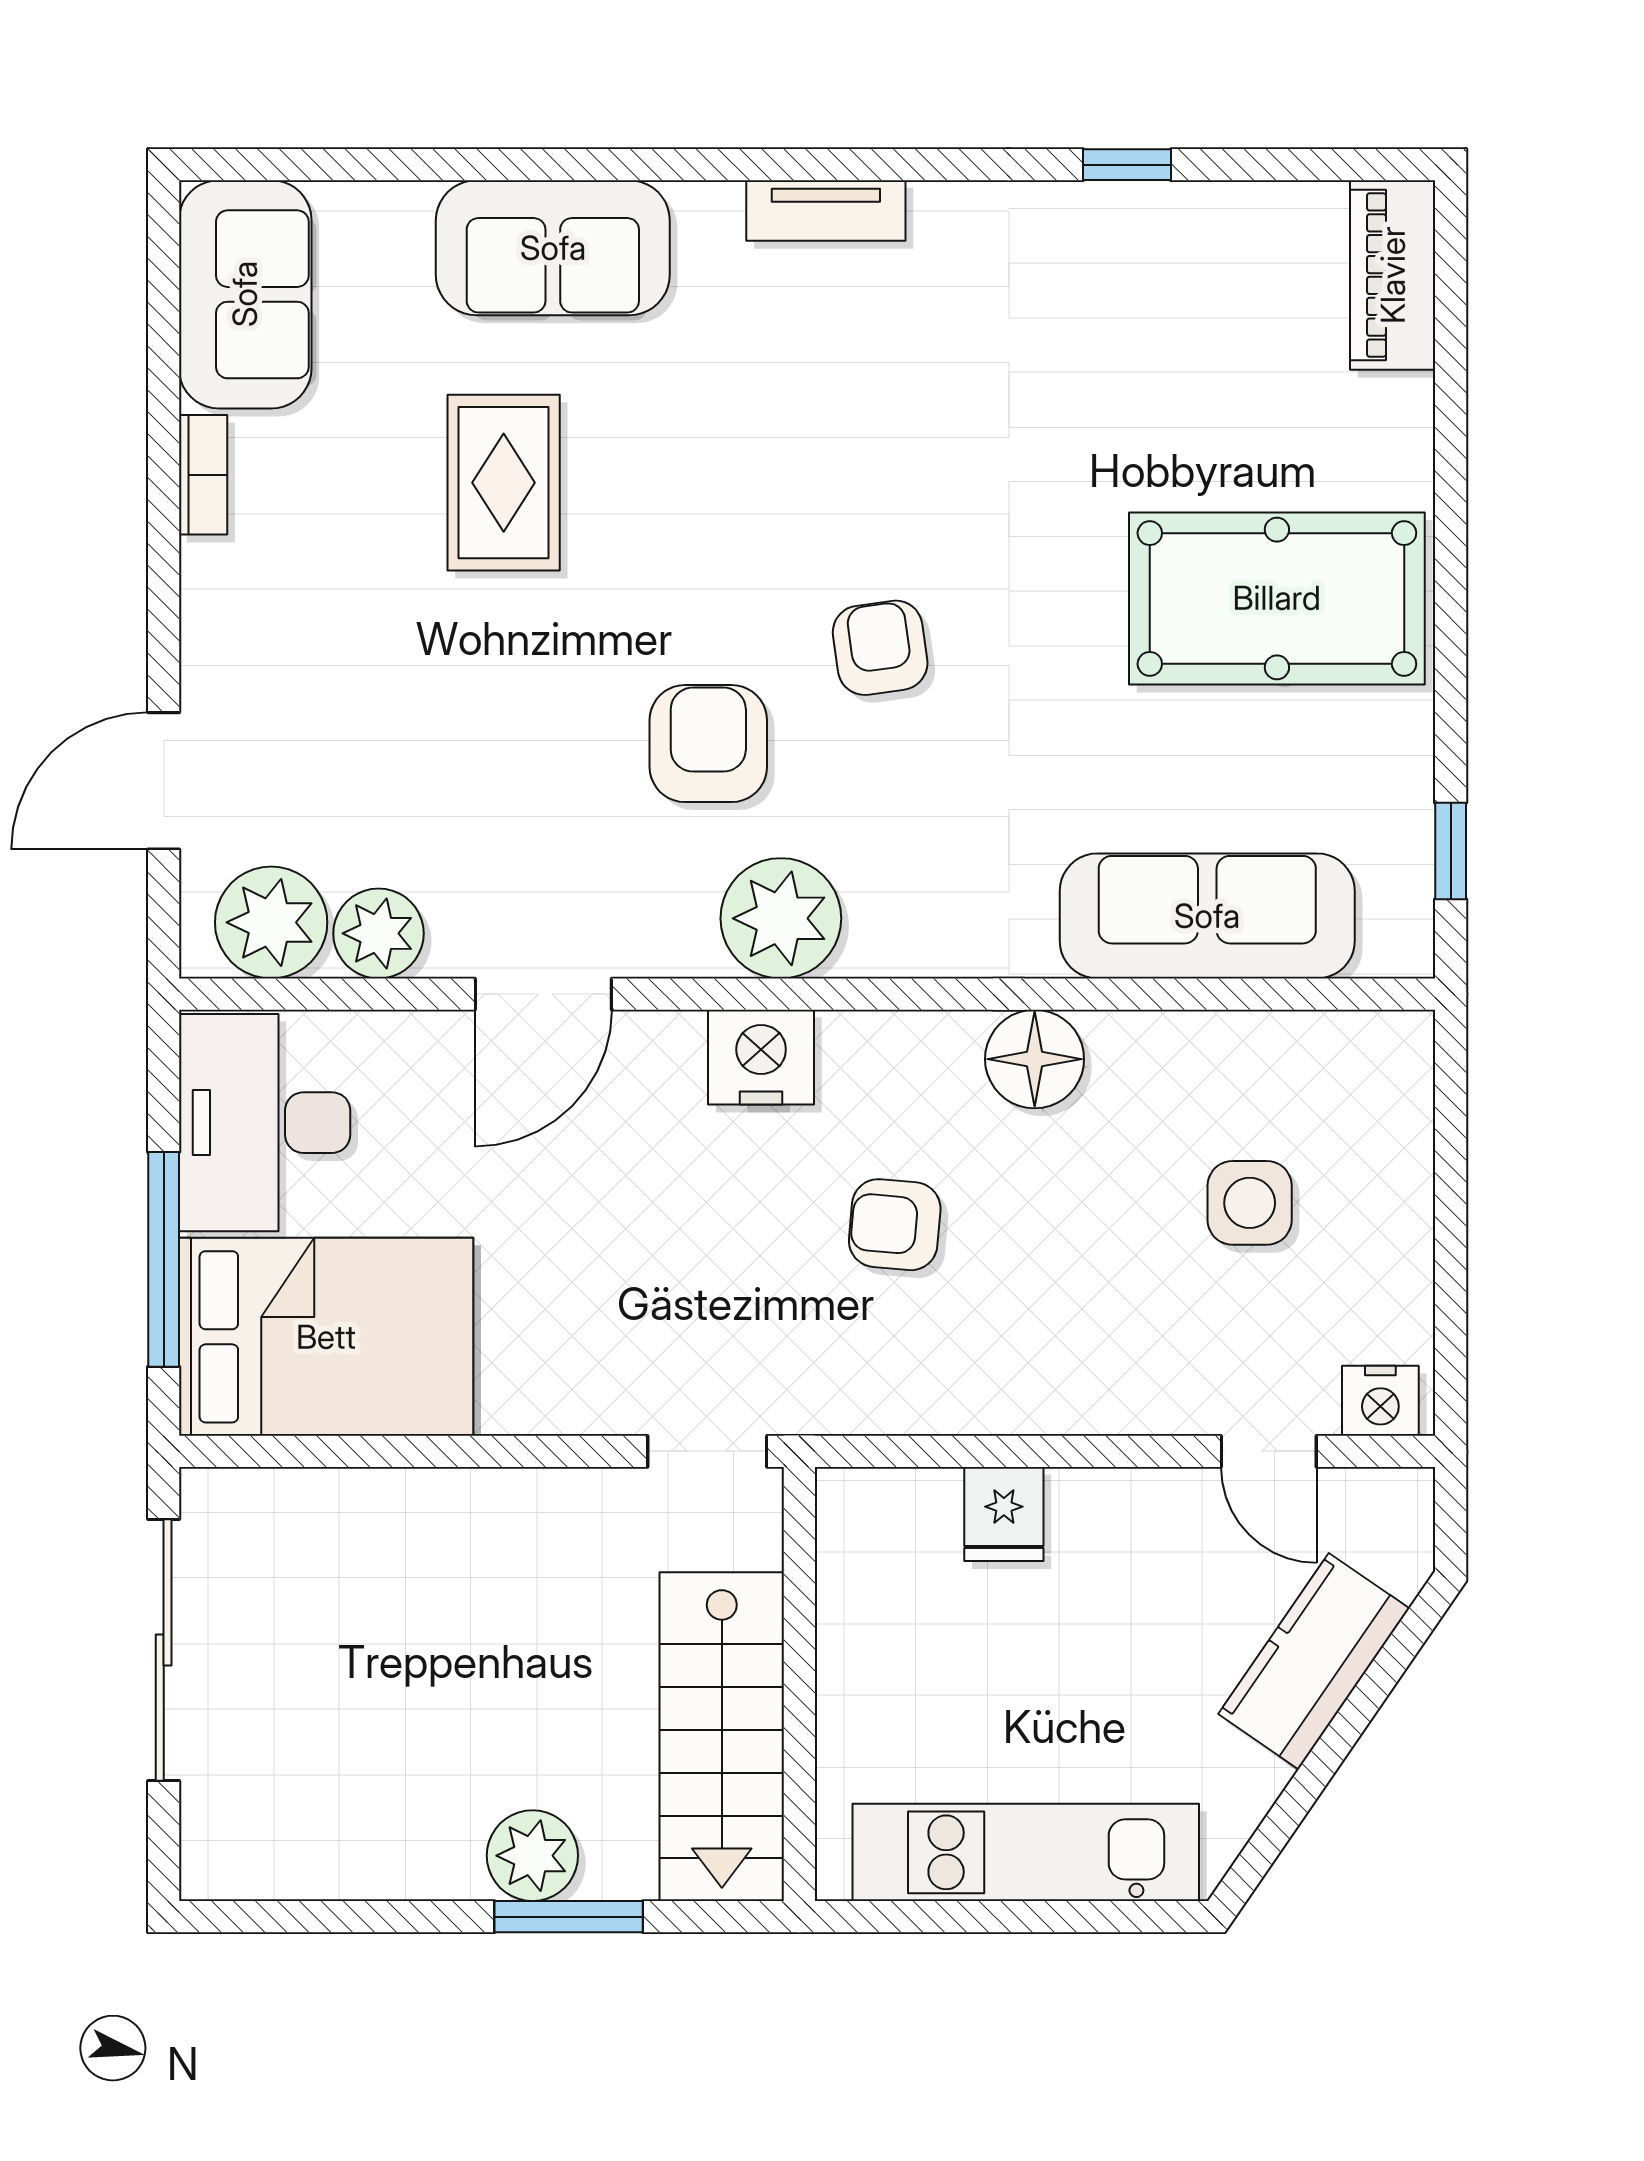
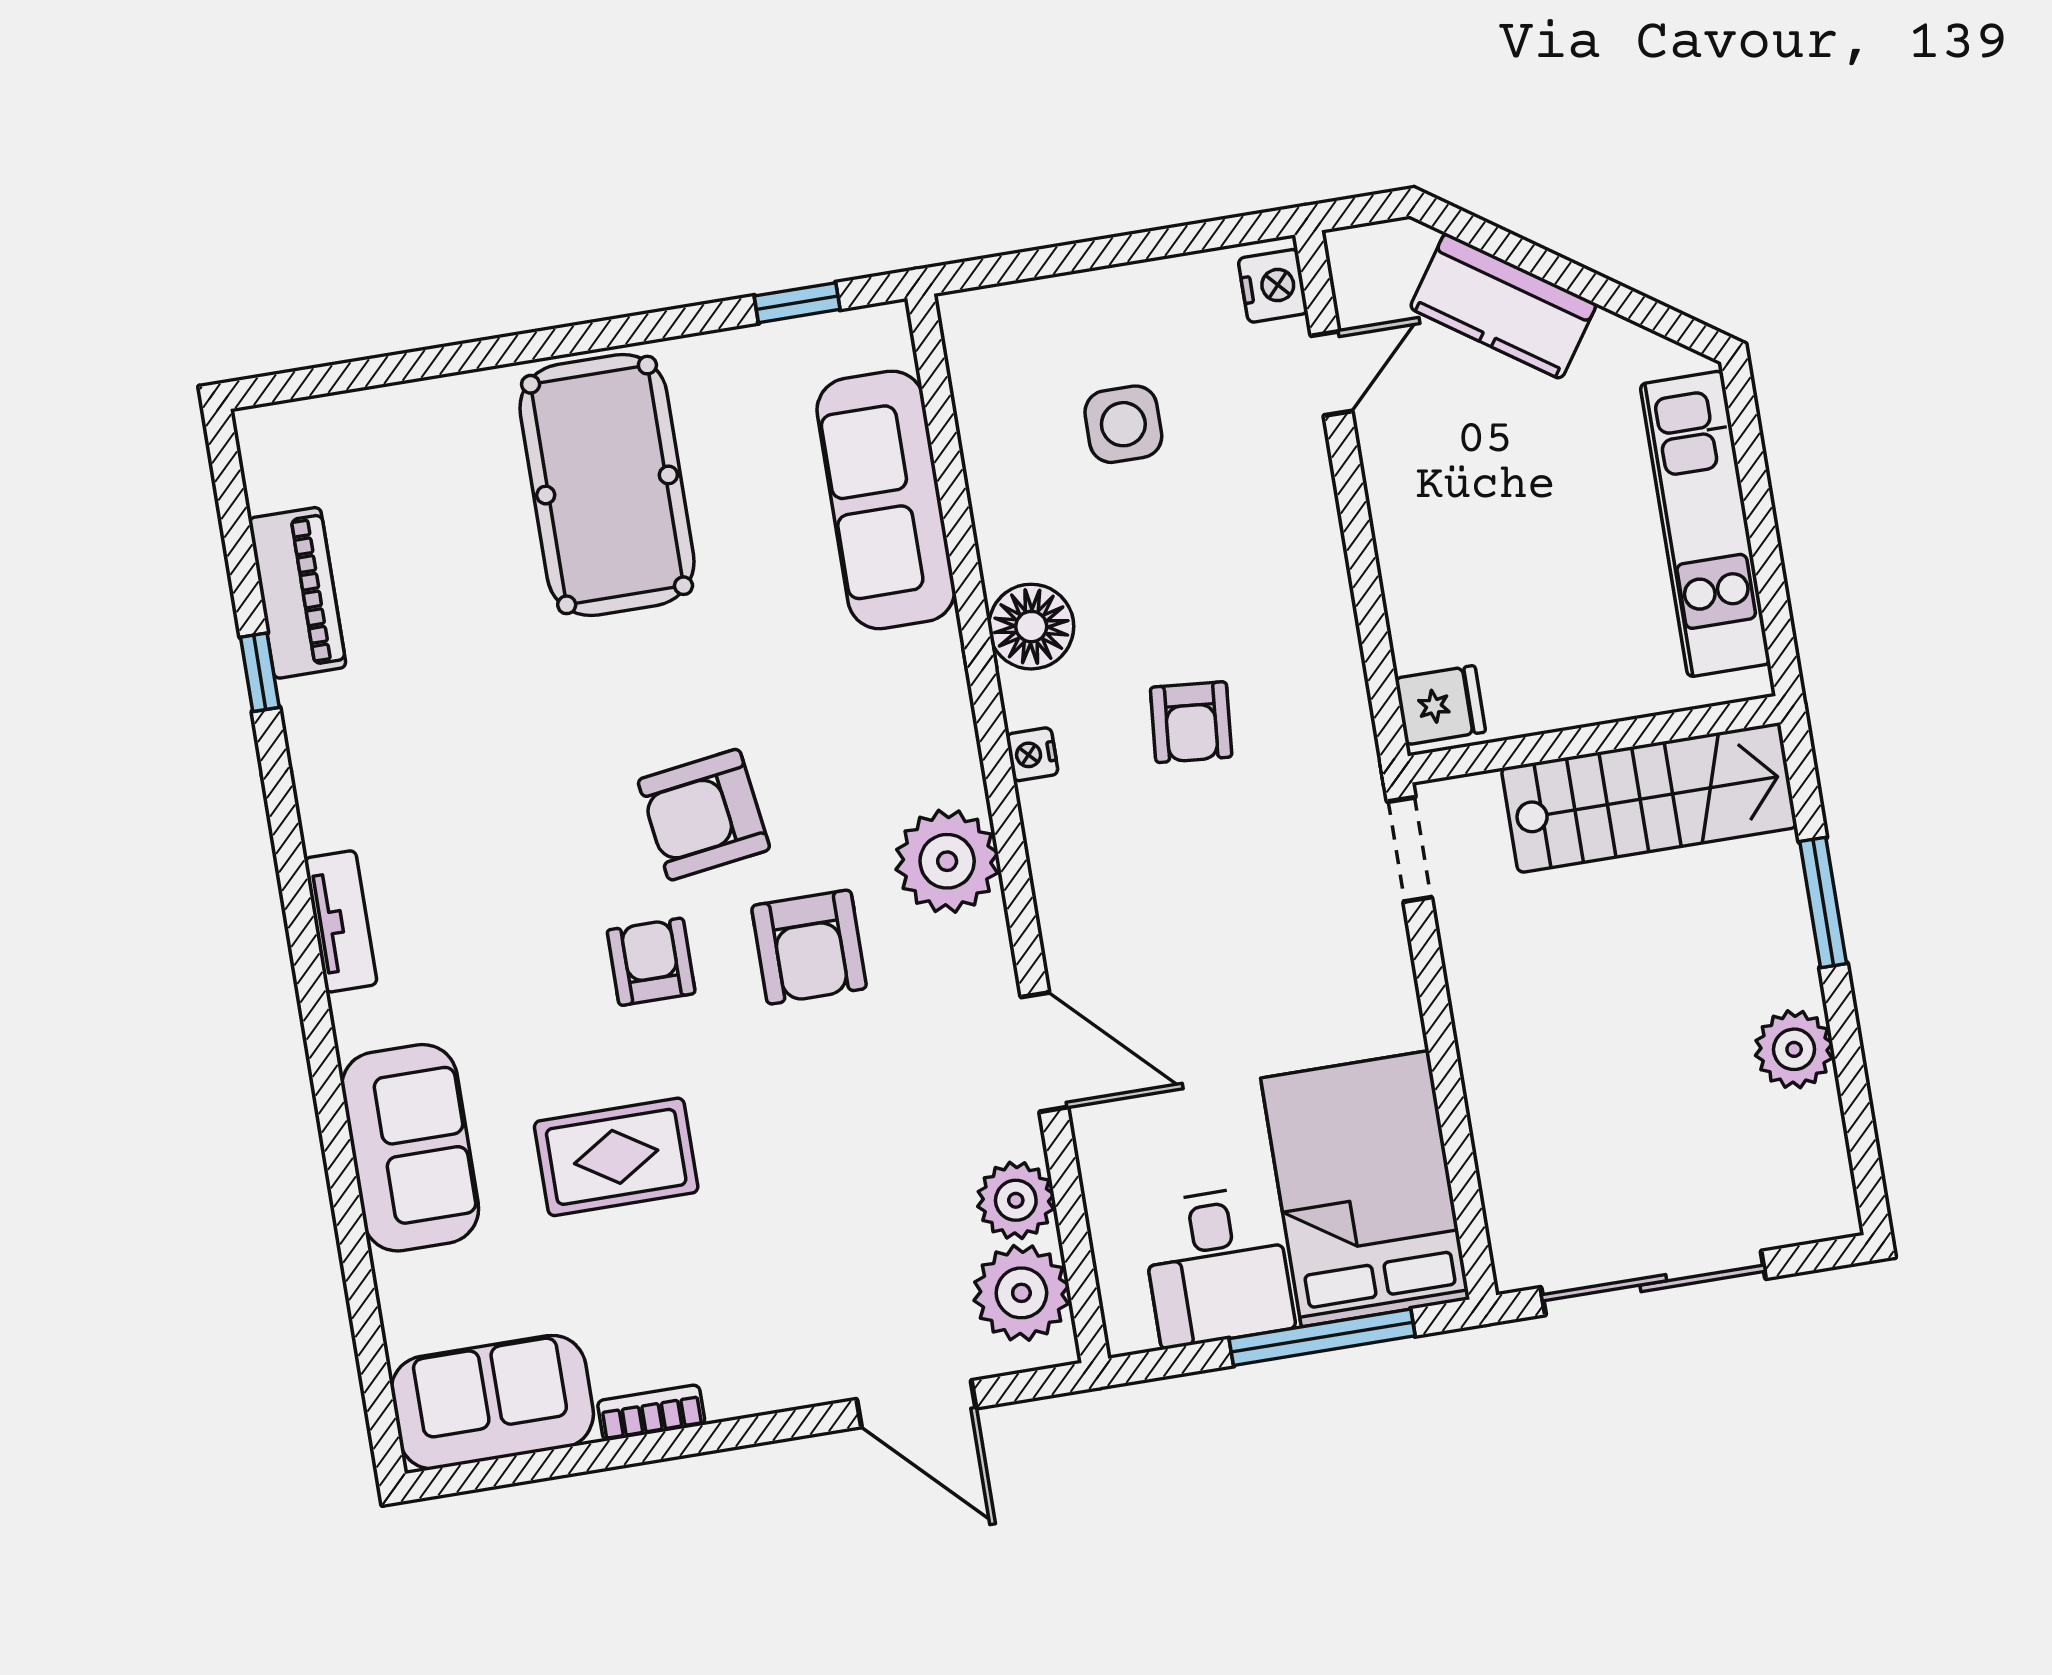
piano: (1393, 275) -> (297, 593), moved, turned -90
armchair: (721, 559) -> (651, 962), added
armchair: (880, 648) -> (704, 815), width x1.38, depth x1.38
armchair: (708, 744) -> (809, 947), turned -90
nightstand: (761, 1057) -> (1032, 754), moved, width x0.53, depth x0.56
desk: (265, 1123) -> (1217, 1267), width x0.73
fridge: (1004, 1514) -> (1440, 705), moved
plant: (532, 1856) -> (1794, 1049), moved

